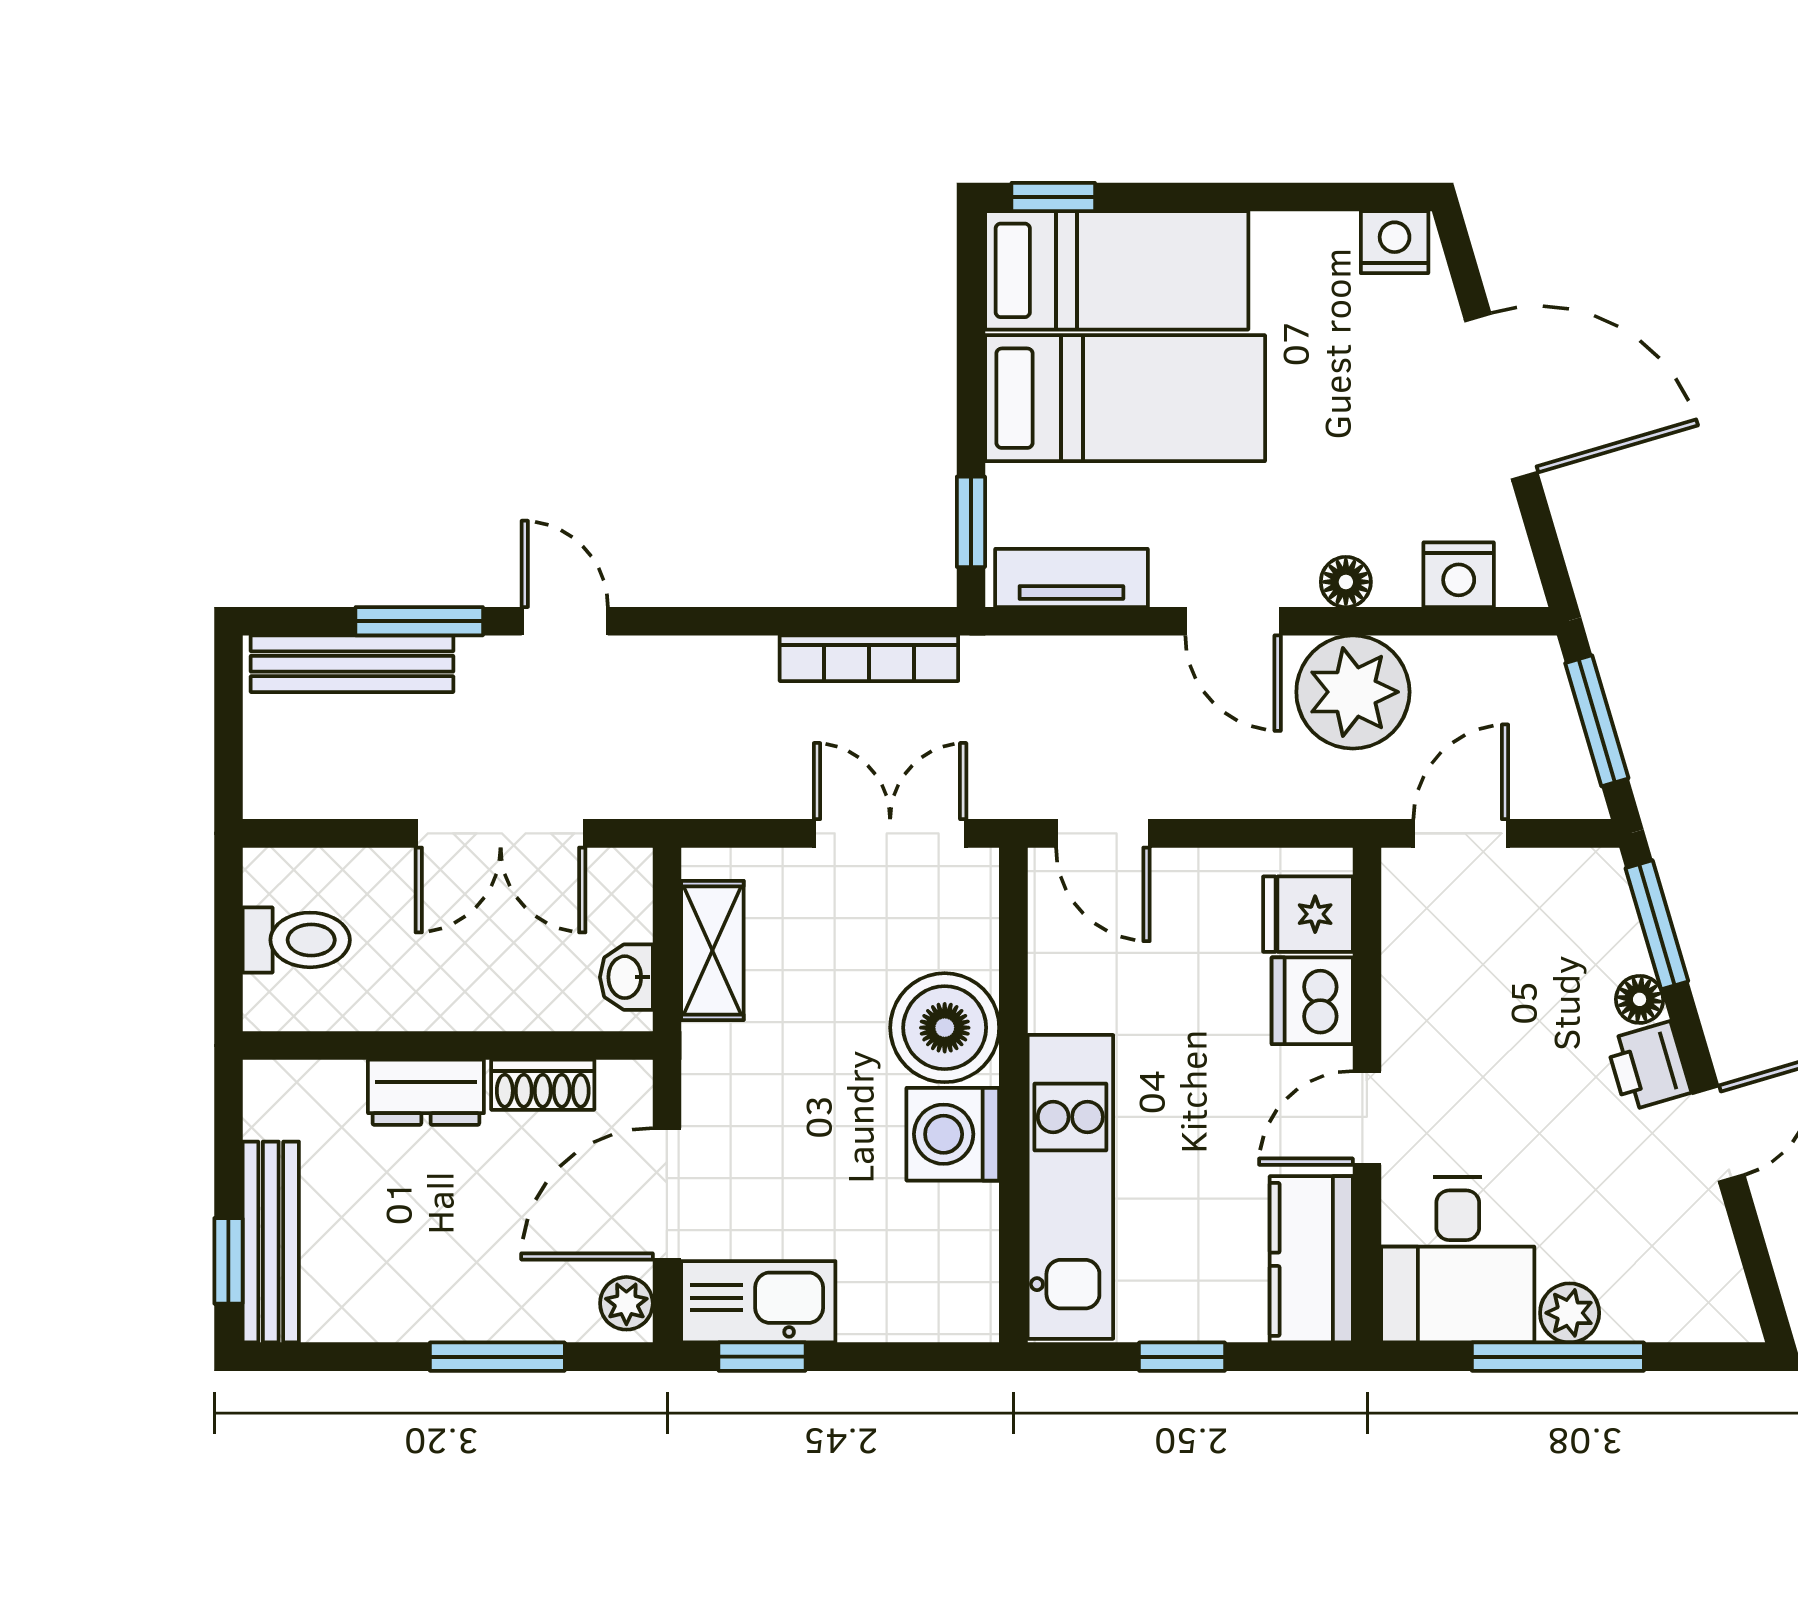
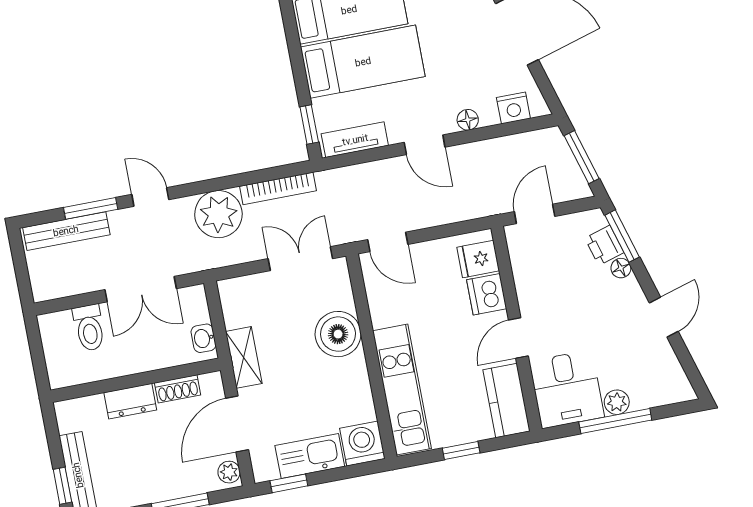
plant: (1353, 692) -> (218, 214), moved
toilet: (296, 940) -> (89, 328), moved, turned 90
shelving: (712, 950) -> (244, 357), moved
printer: (1648, 1066) -> (604, 245), moved
washing machine: (953, 1134) -> (362, 444), moved, turned 90
kitchen sink: (758, 1302) -> (310, 456), moved

